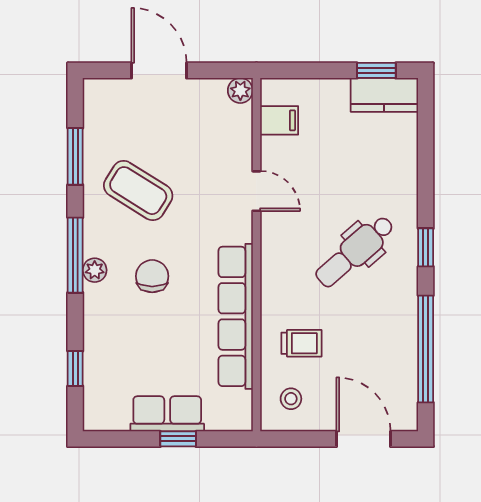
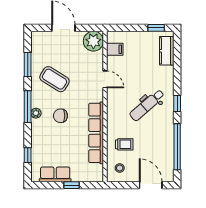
plant: (240, 90) -> (93, 41), width x1.88, depth x1.88
kitchen counter: (384, 95) -> (167, 51), moved, turned 90
chair: (152, 276) -> (60, 116), turned -90
row of seats: (167, 414) -> (55, 174), moved

